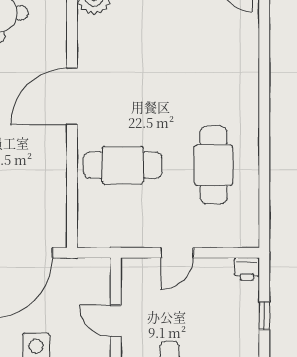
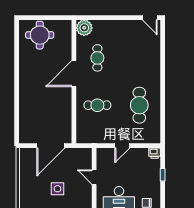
cafe table: (123, 63) -> (97, 58), added
cafe table: (123, 165) -> (97, 105), width x0.73, depth x0.74

